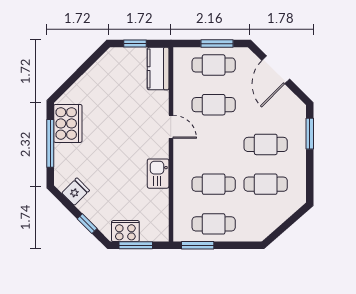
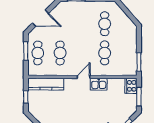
kitchen counter: (158, 69) -> (46, 84), width x1.50
door: (171, 127) -> (84, 77), moved
cafe table: (266, 144) -> (82, 24), removed
cafe table: (214, 224) -> (127, 53), removed
cooker: (125, 231) -> (131, 86), moved

